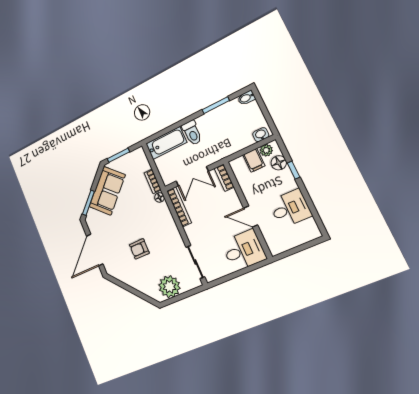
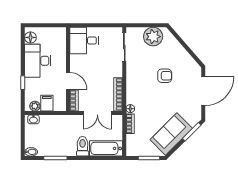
floor lamp: (279, 163) -> (30, 37), moved
double door: (192, 176) -> (97, 113), swing flipped
desk: (290, 209) -> (38, 61), width x1.37
door: (251, 216) -> (68, 81), moved

